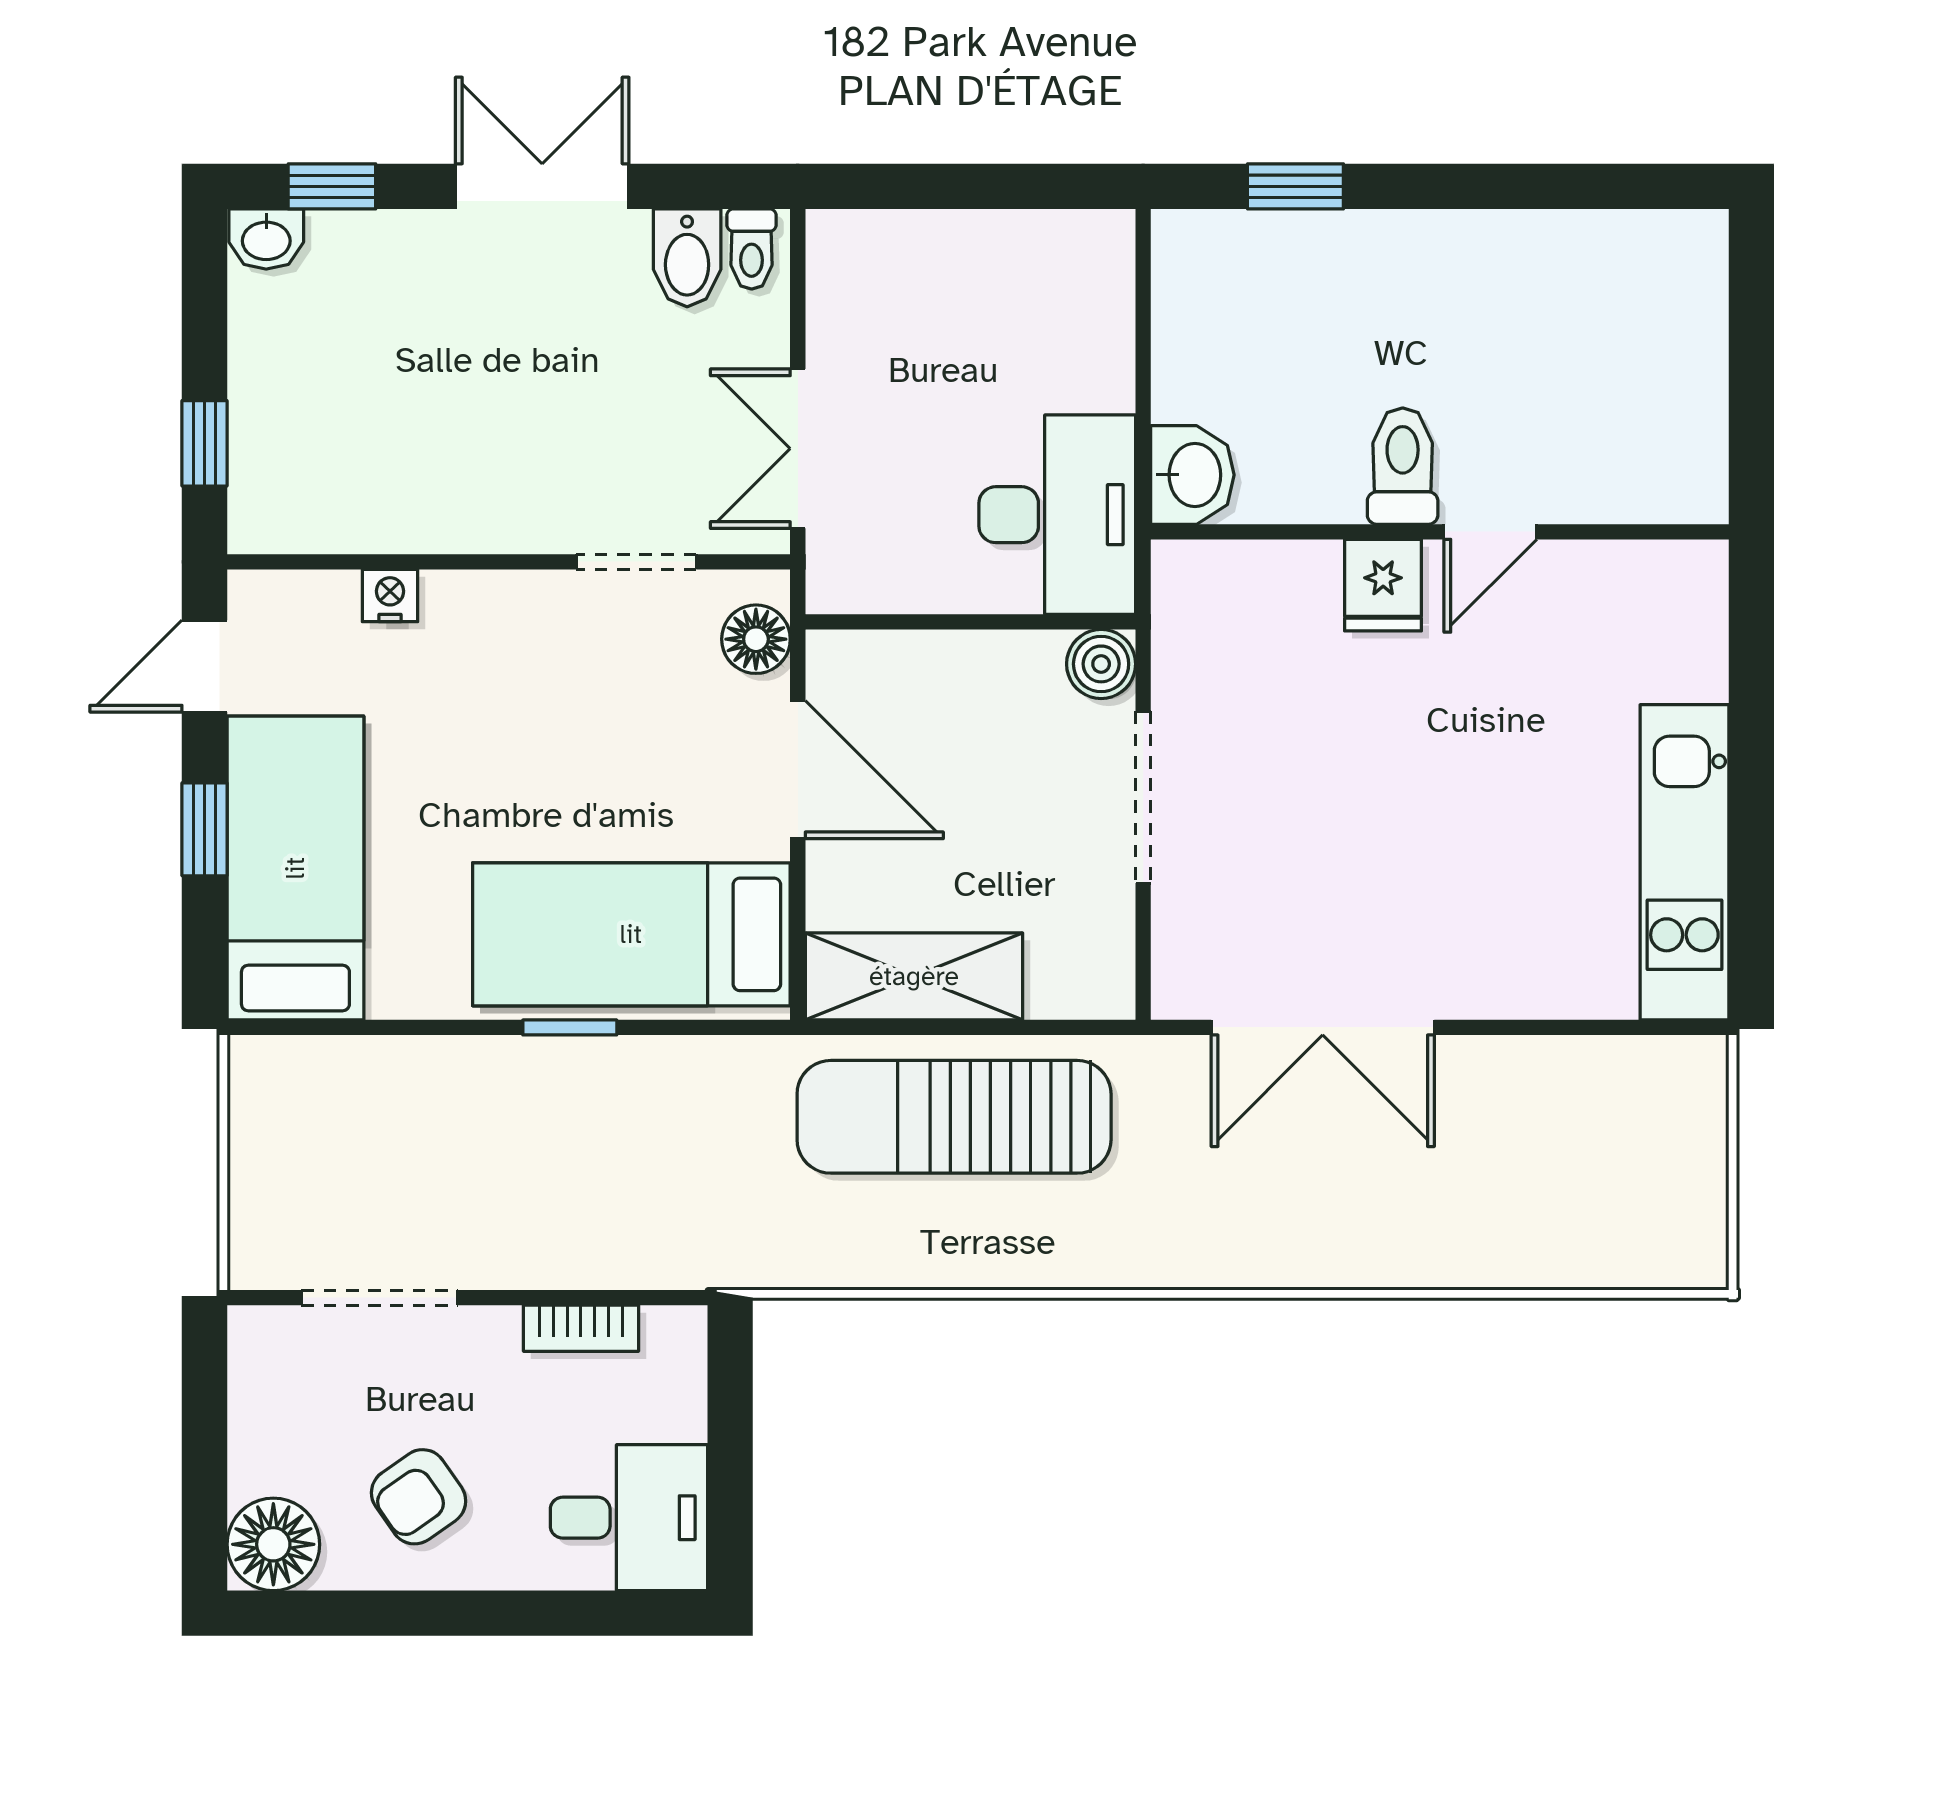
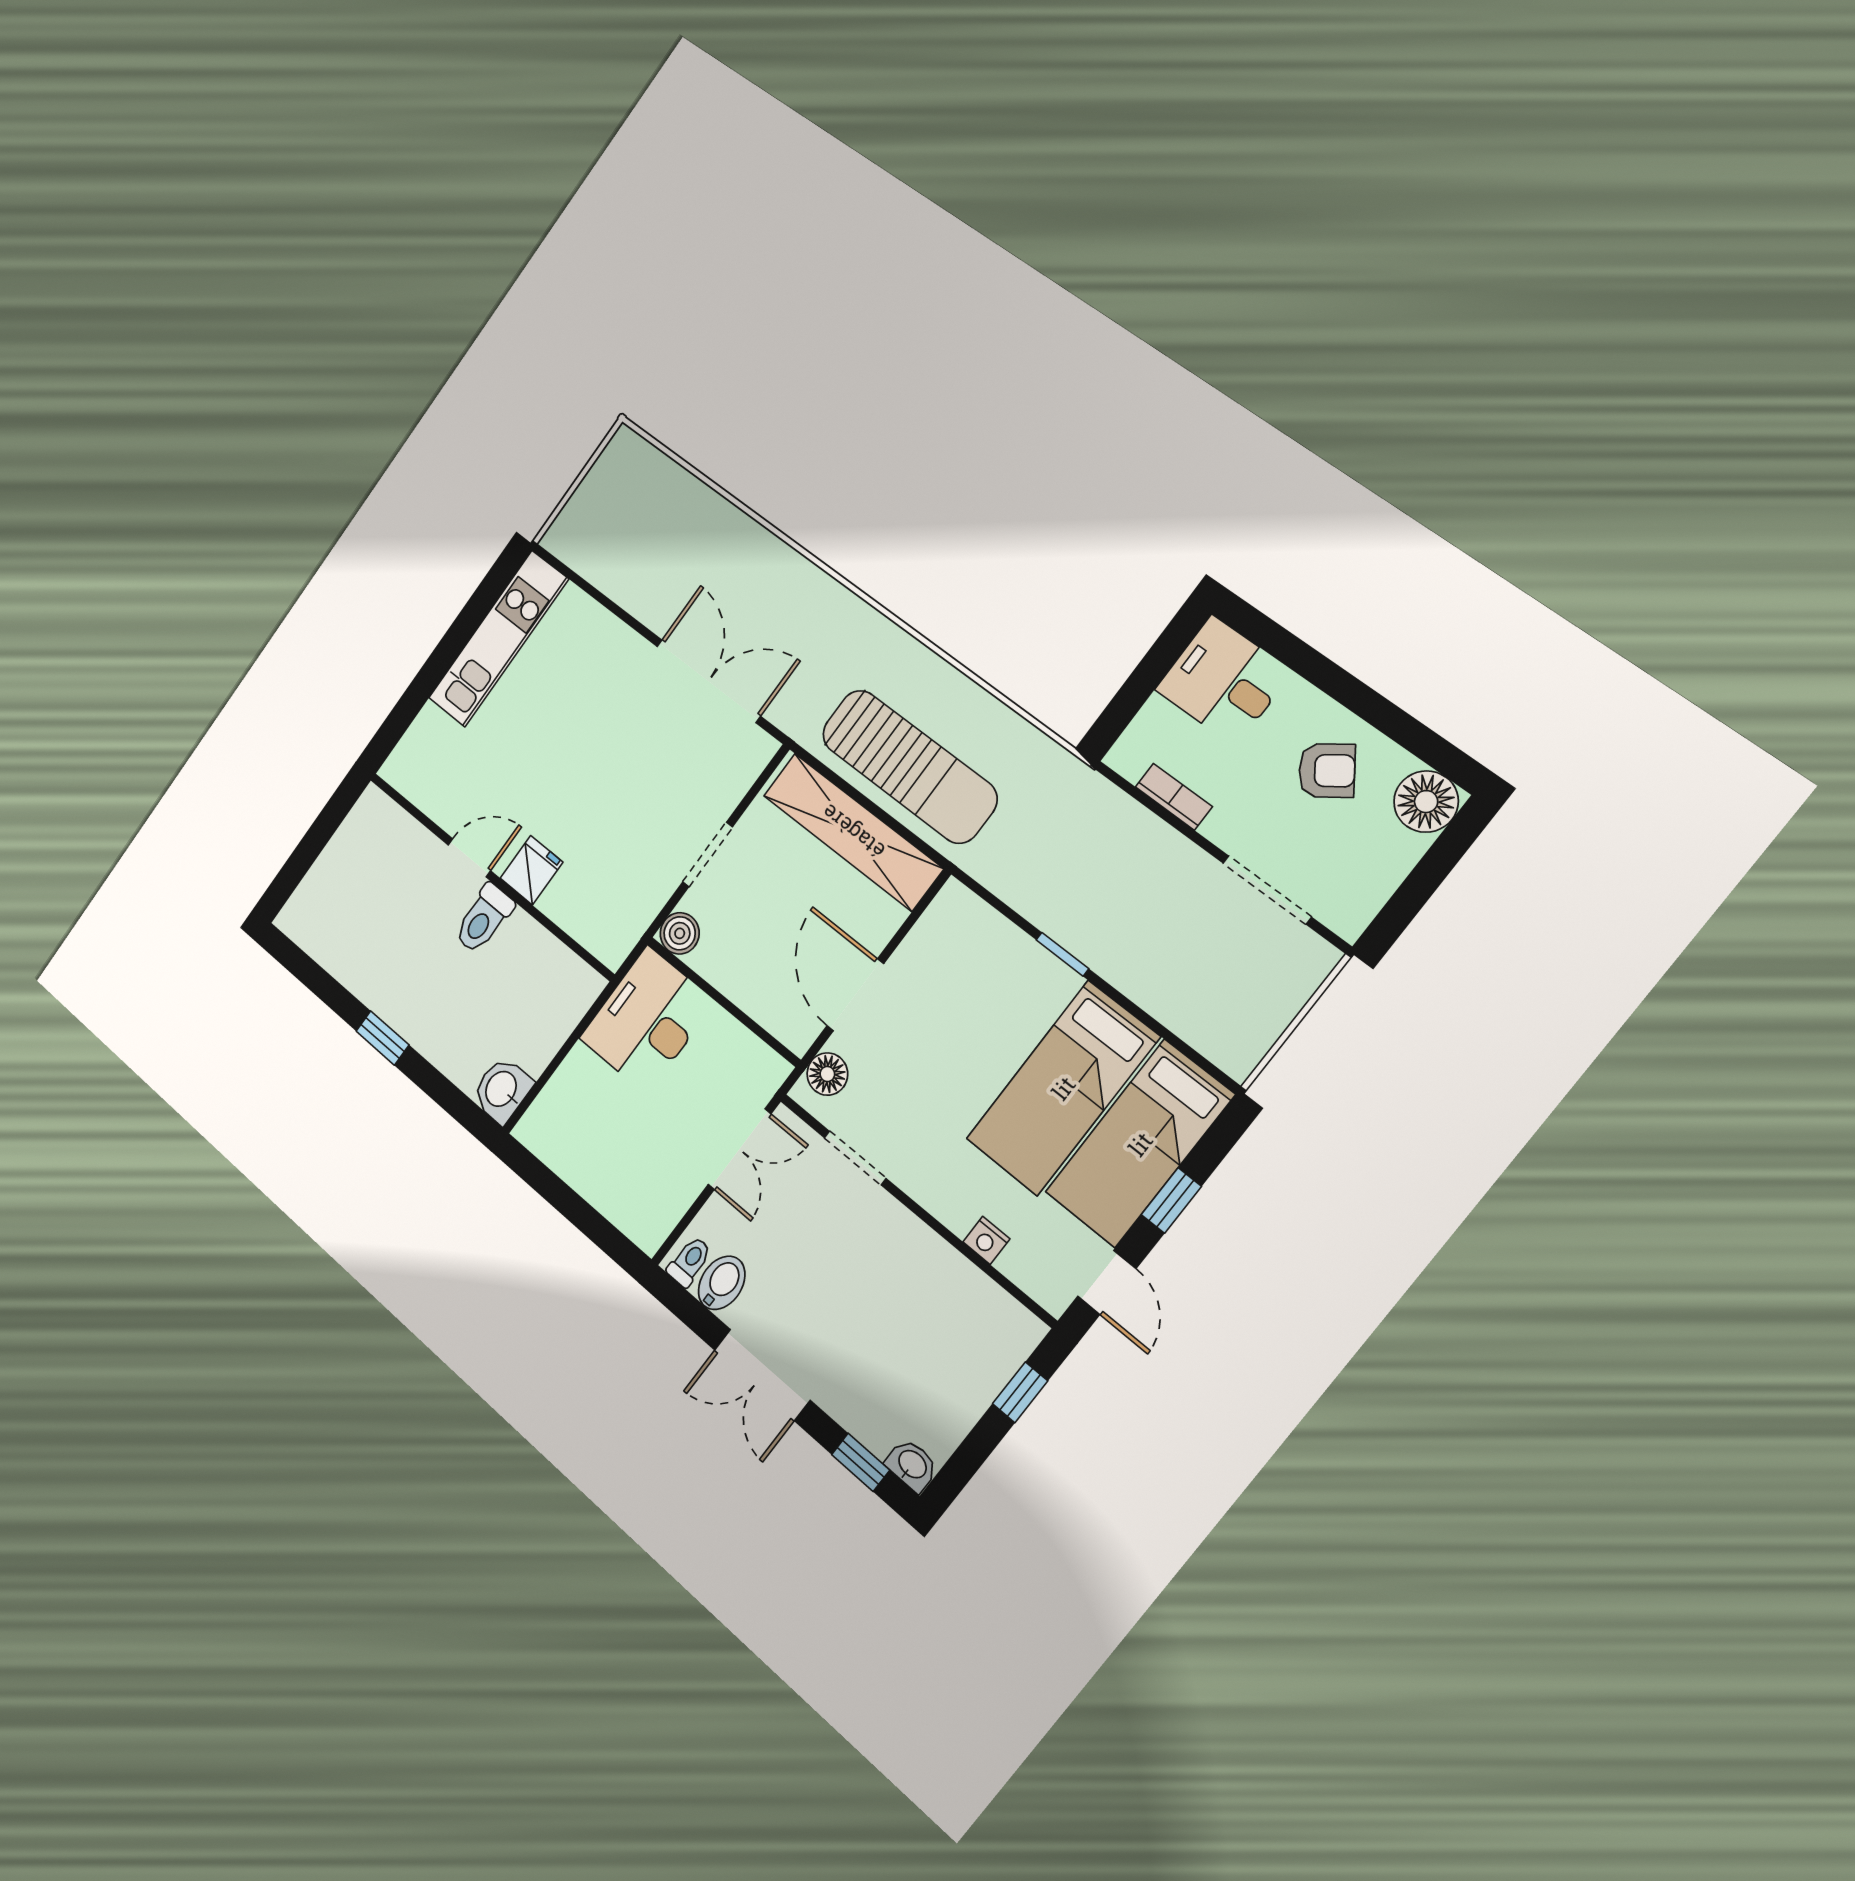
window: (1295, 186) -> (383, 1038), moved
washbasin: (1192, 475) -> (502, 1090), moved
door: (205, 666) -> (1107, 1282), hinge flipped
doorway: (1143, 797) -> (708, 855), width x0.73
bed: (631, 934) -> (1063, 1088), moved, turned 90
shelving: (914, 976) -> (853, 832), width x1.47

